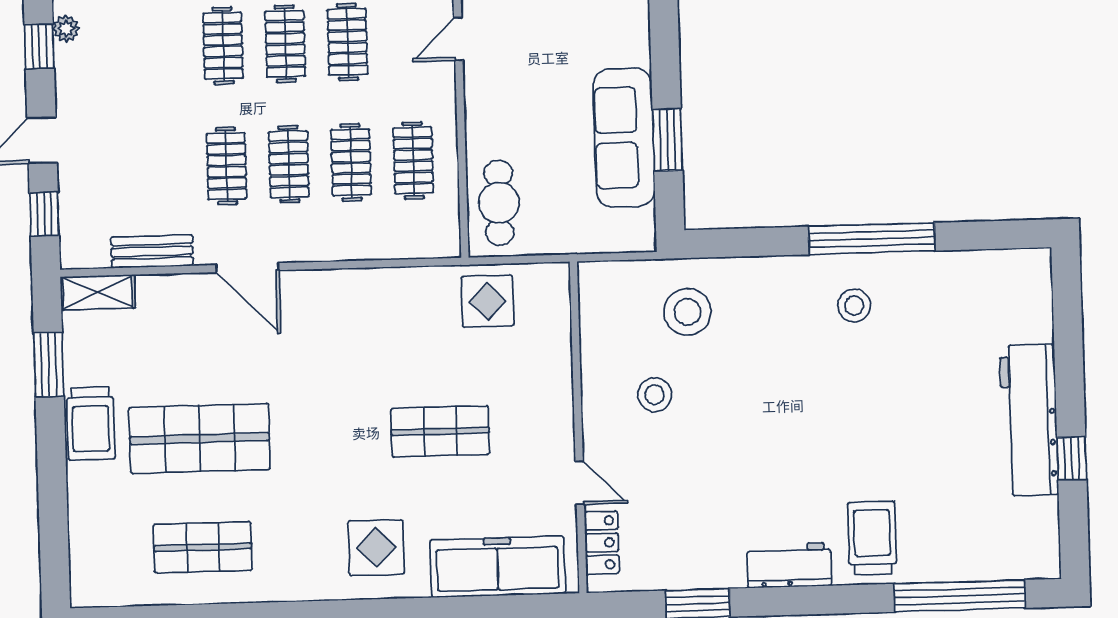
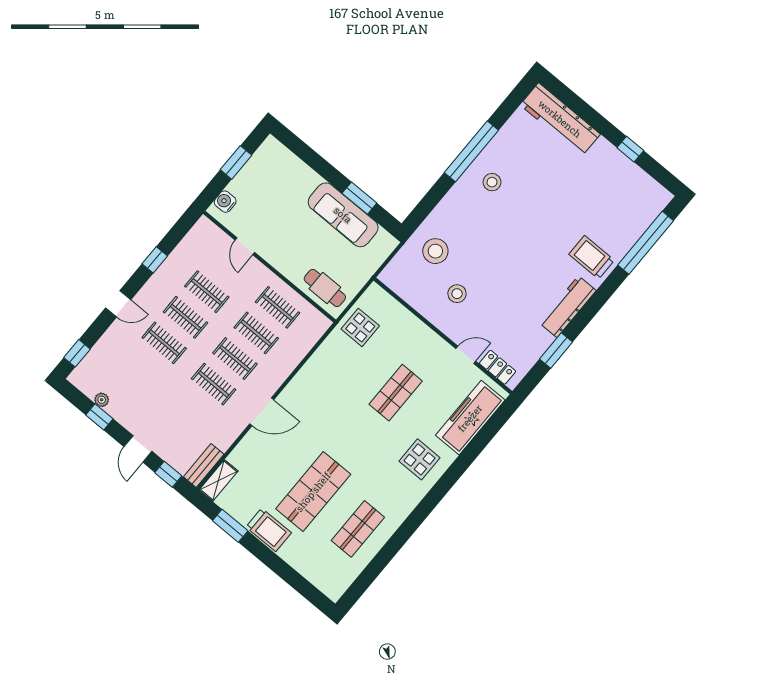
bench: (152, 251) -> (204, 466), moved
workbench: (1029, 420) -> (560, 119), moved
workbench: (789, 565) -> (568, 307), width x1.38

